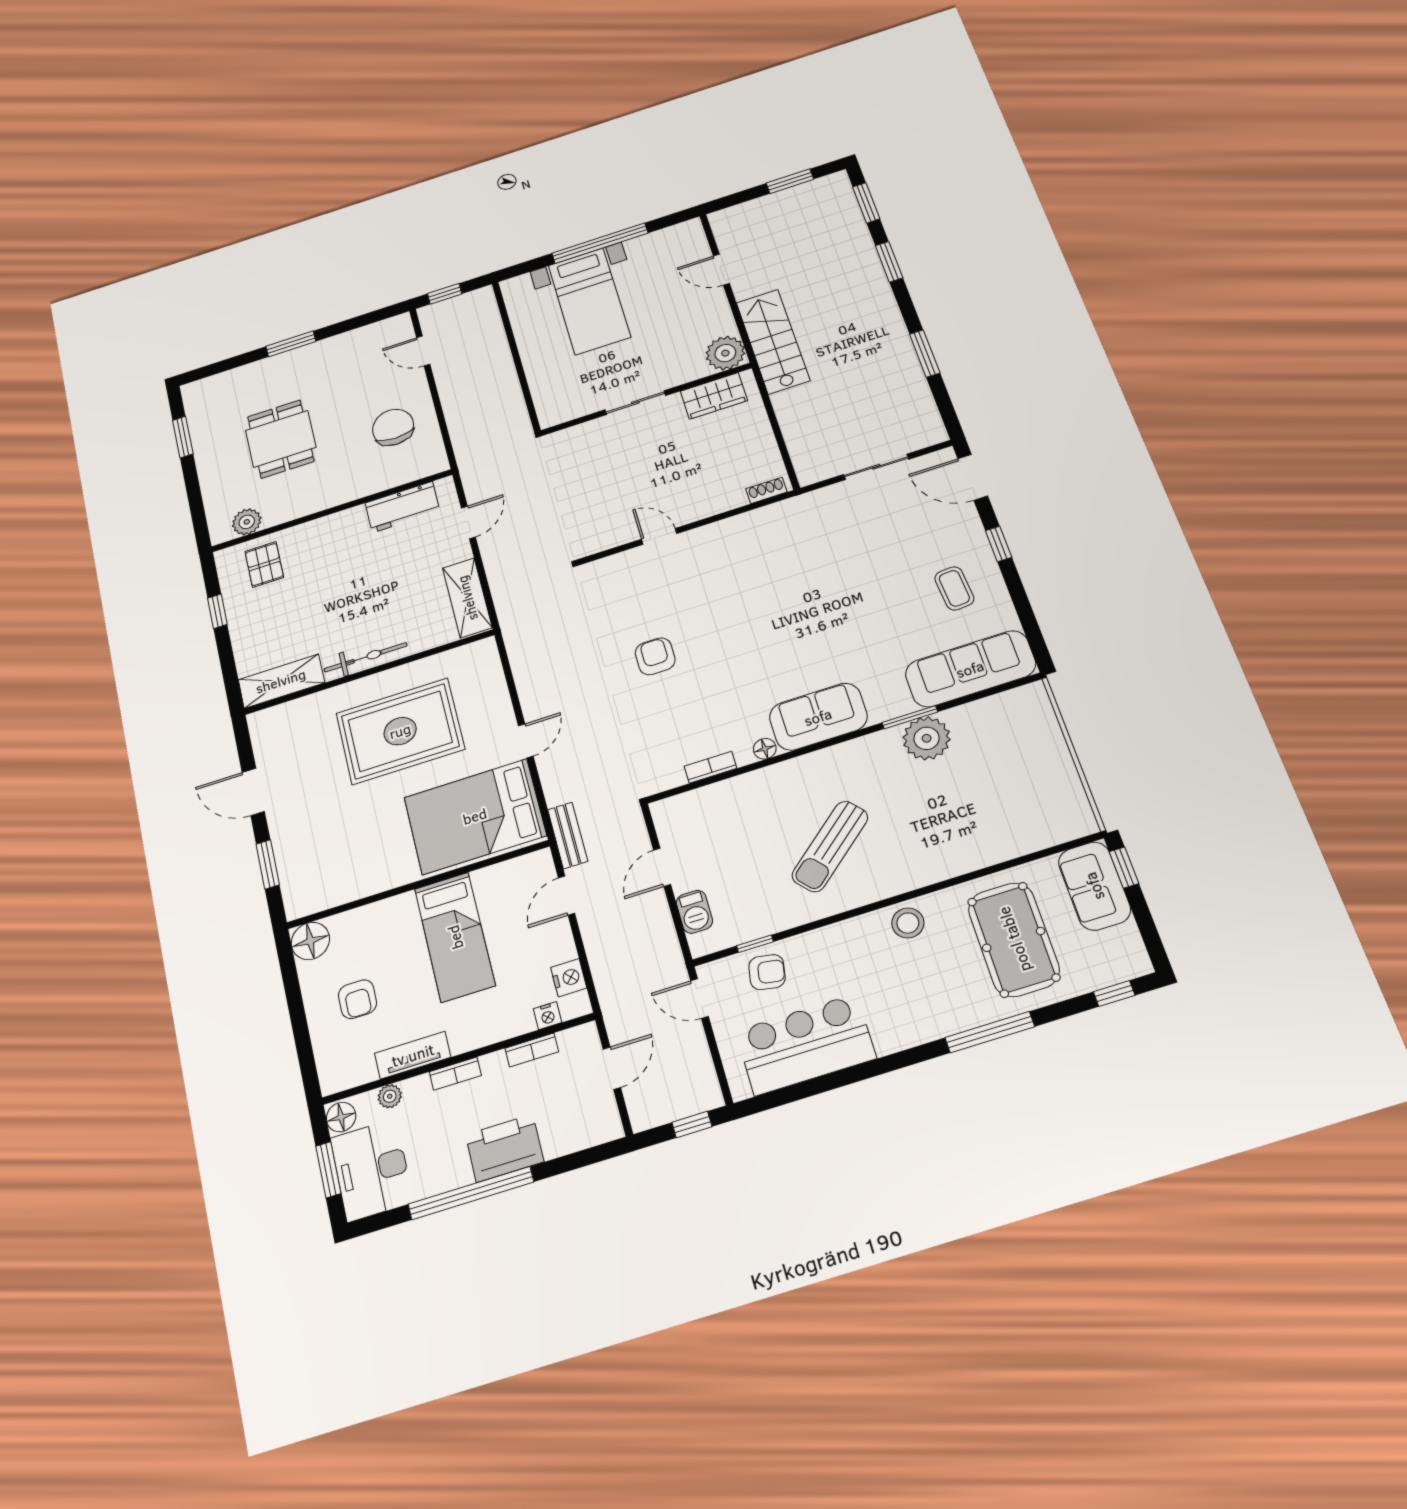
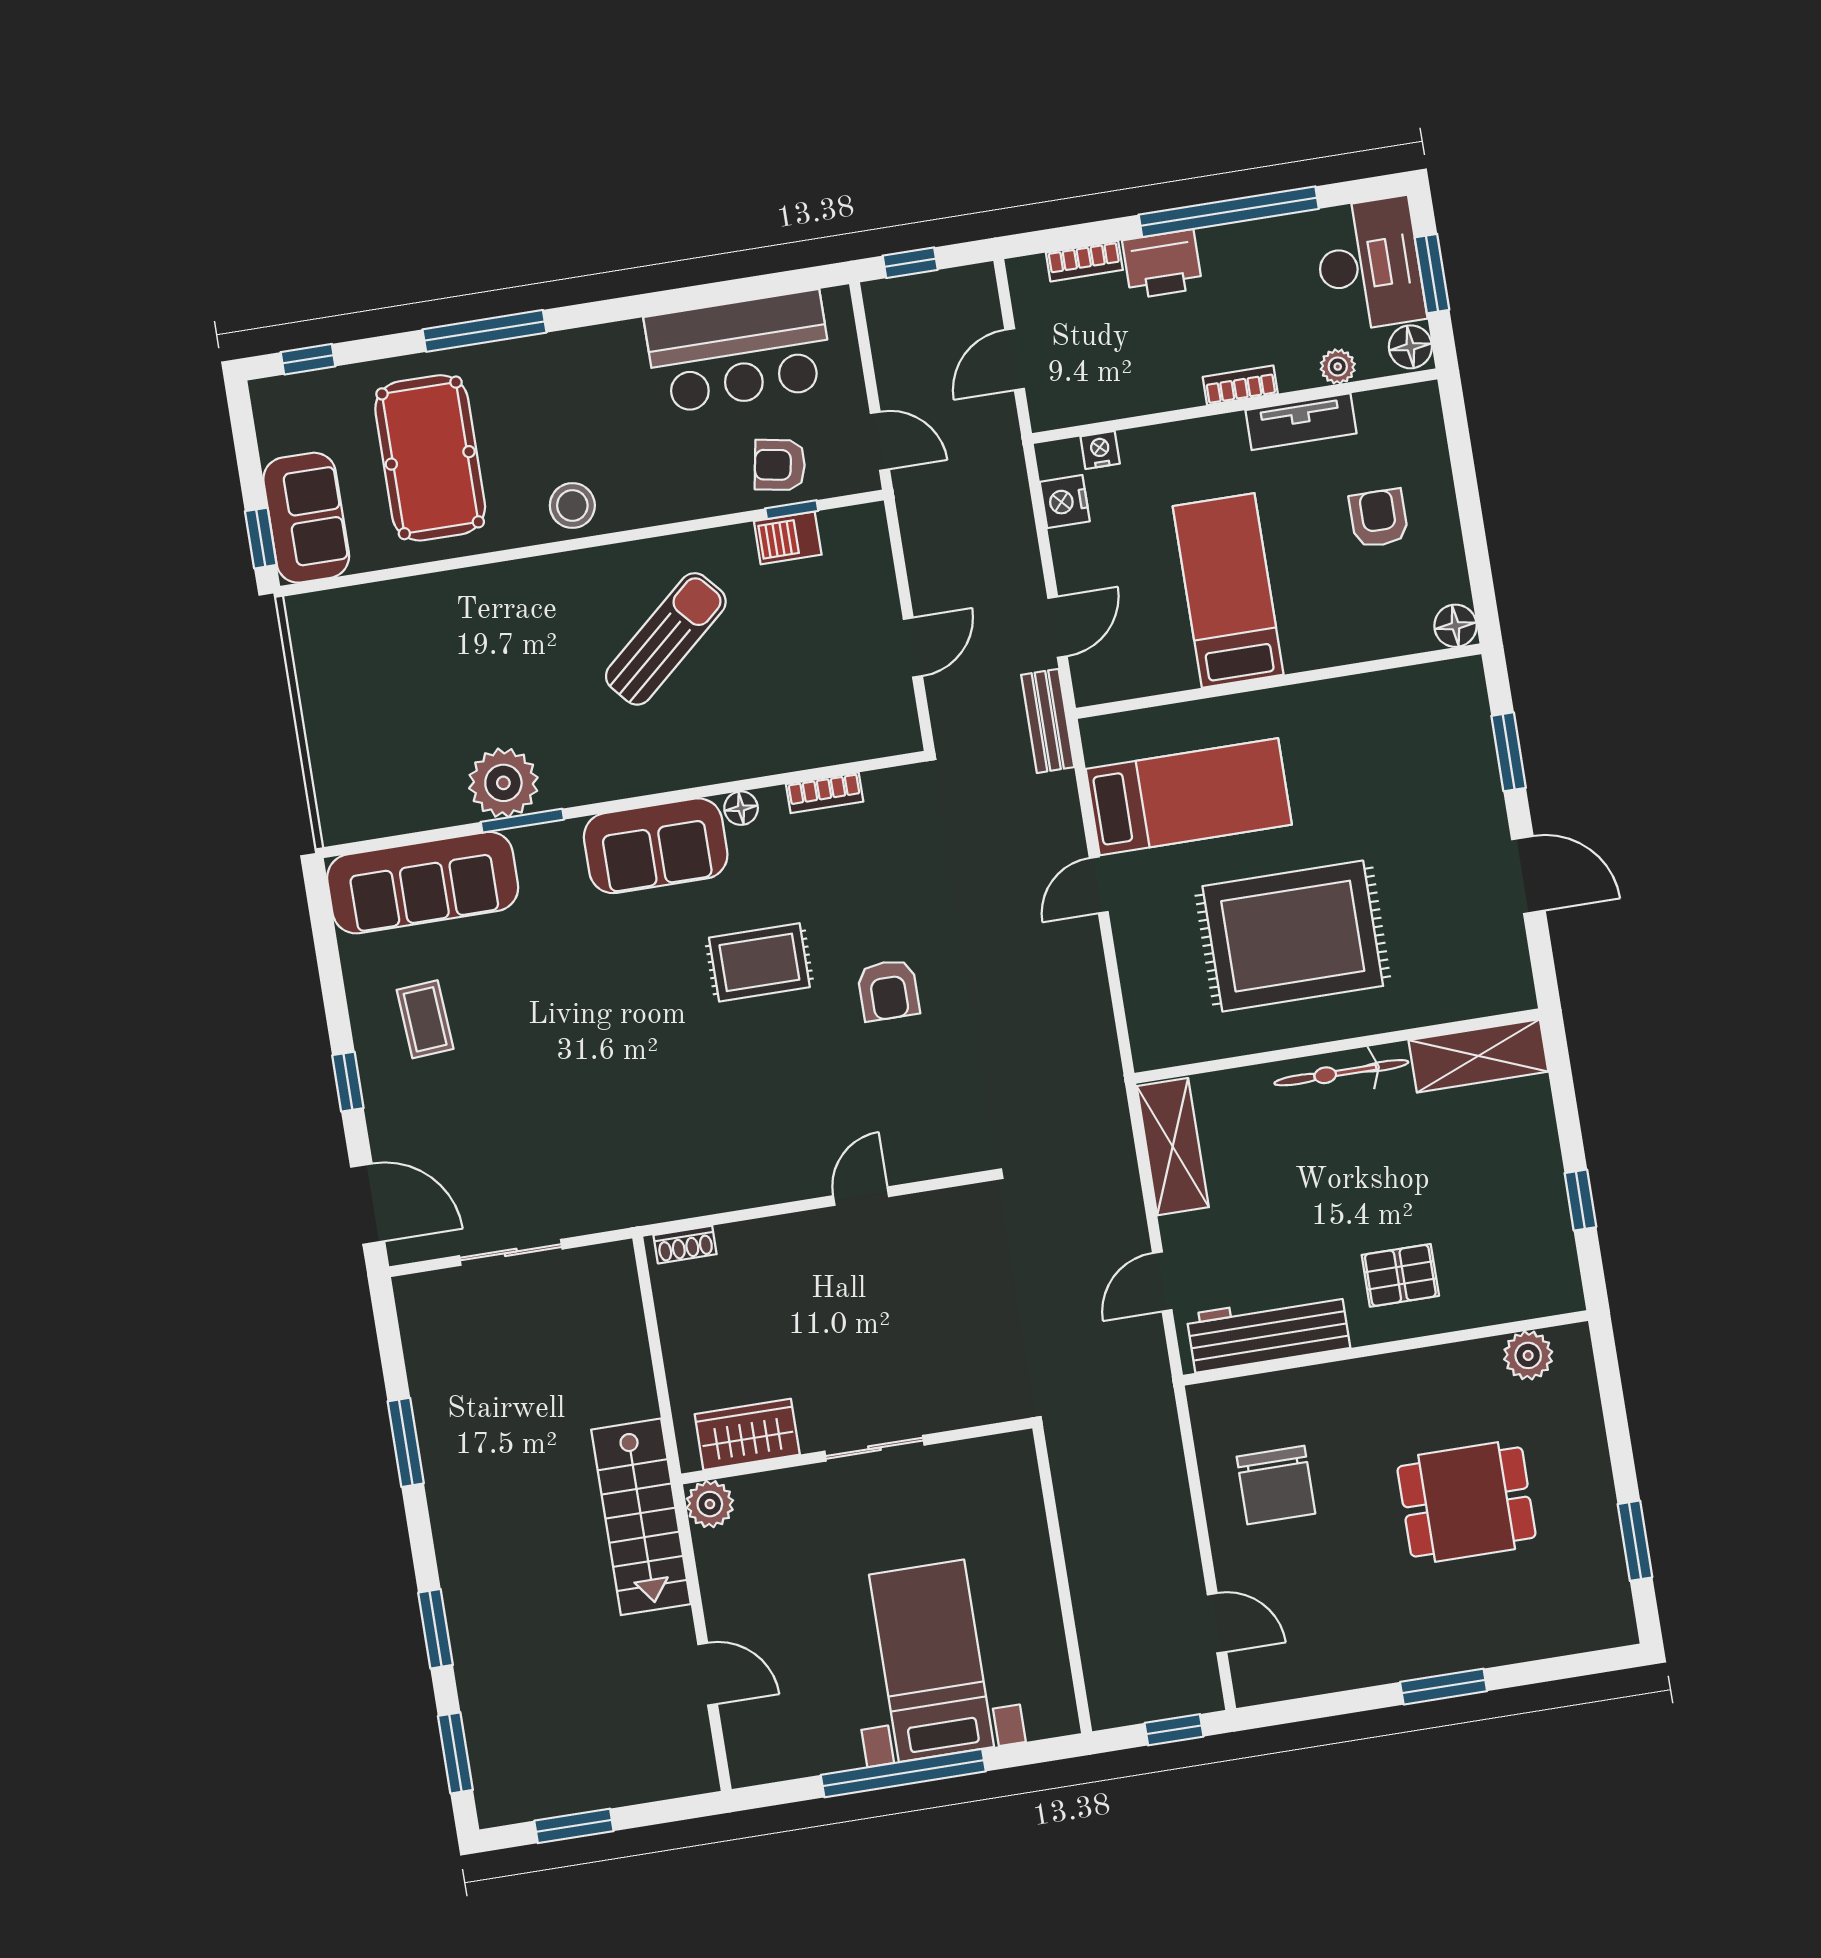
plant: (725, 353) -> (710, 1504), width x0.73, depth x0.73
dining table: (281, 439) -> (1467, 1502), turned 90
workbench: (402, 507) -> (1268, 1331), width x1.38
door: (659, 536) -> (861, 1196), swing flipped
pallet: (264, 564) -> (1400, 1275), moved, turned 90
rug: (740, 658) -> (759, 962), added
bed: (475, 816) -> (1189, 797), width x0.67
barbecue: (694, 912) -> (788, 538), moved, turned -90
floor lamp: (310, 941) -> (1455, 626), width x0.73, depth x0.73
bookcase: (532, 1050) -> (1084, 261), moved, turned 180
printer: (505, 1148) -> (1162, 264), width x0.73, depth x0.84

